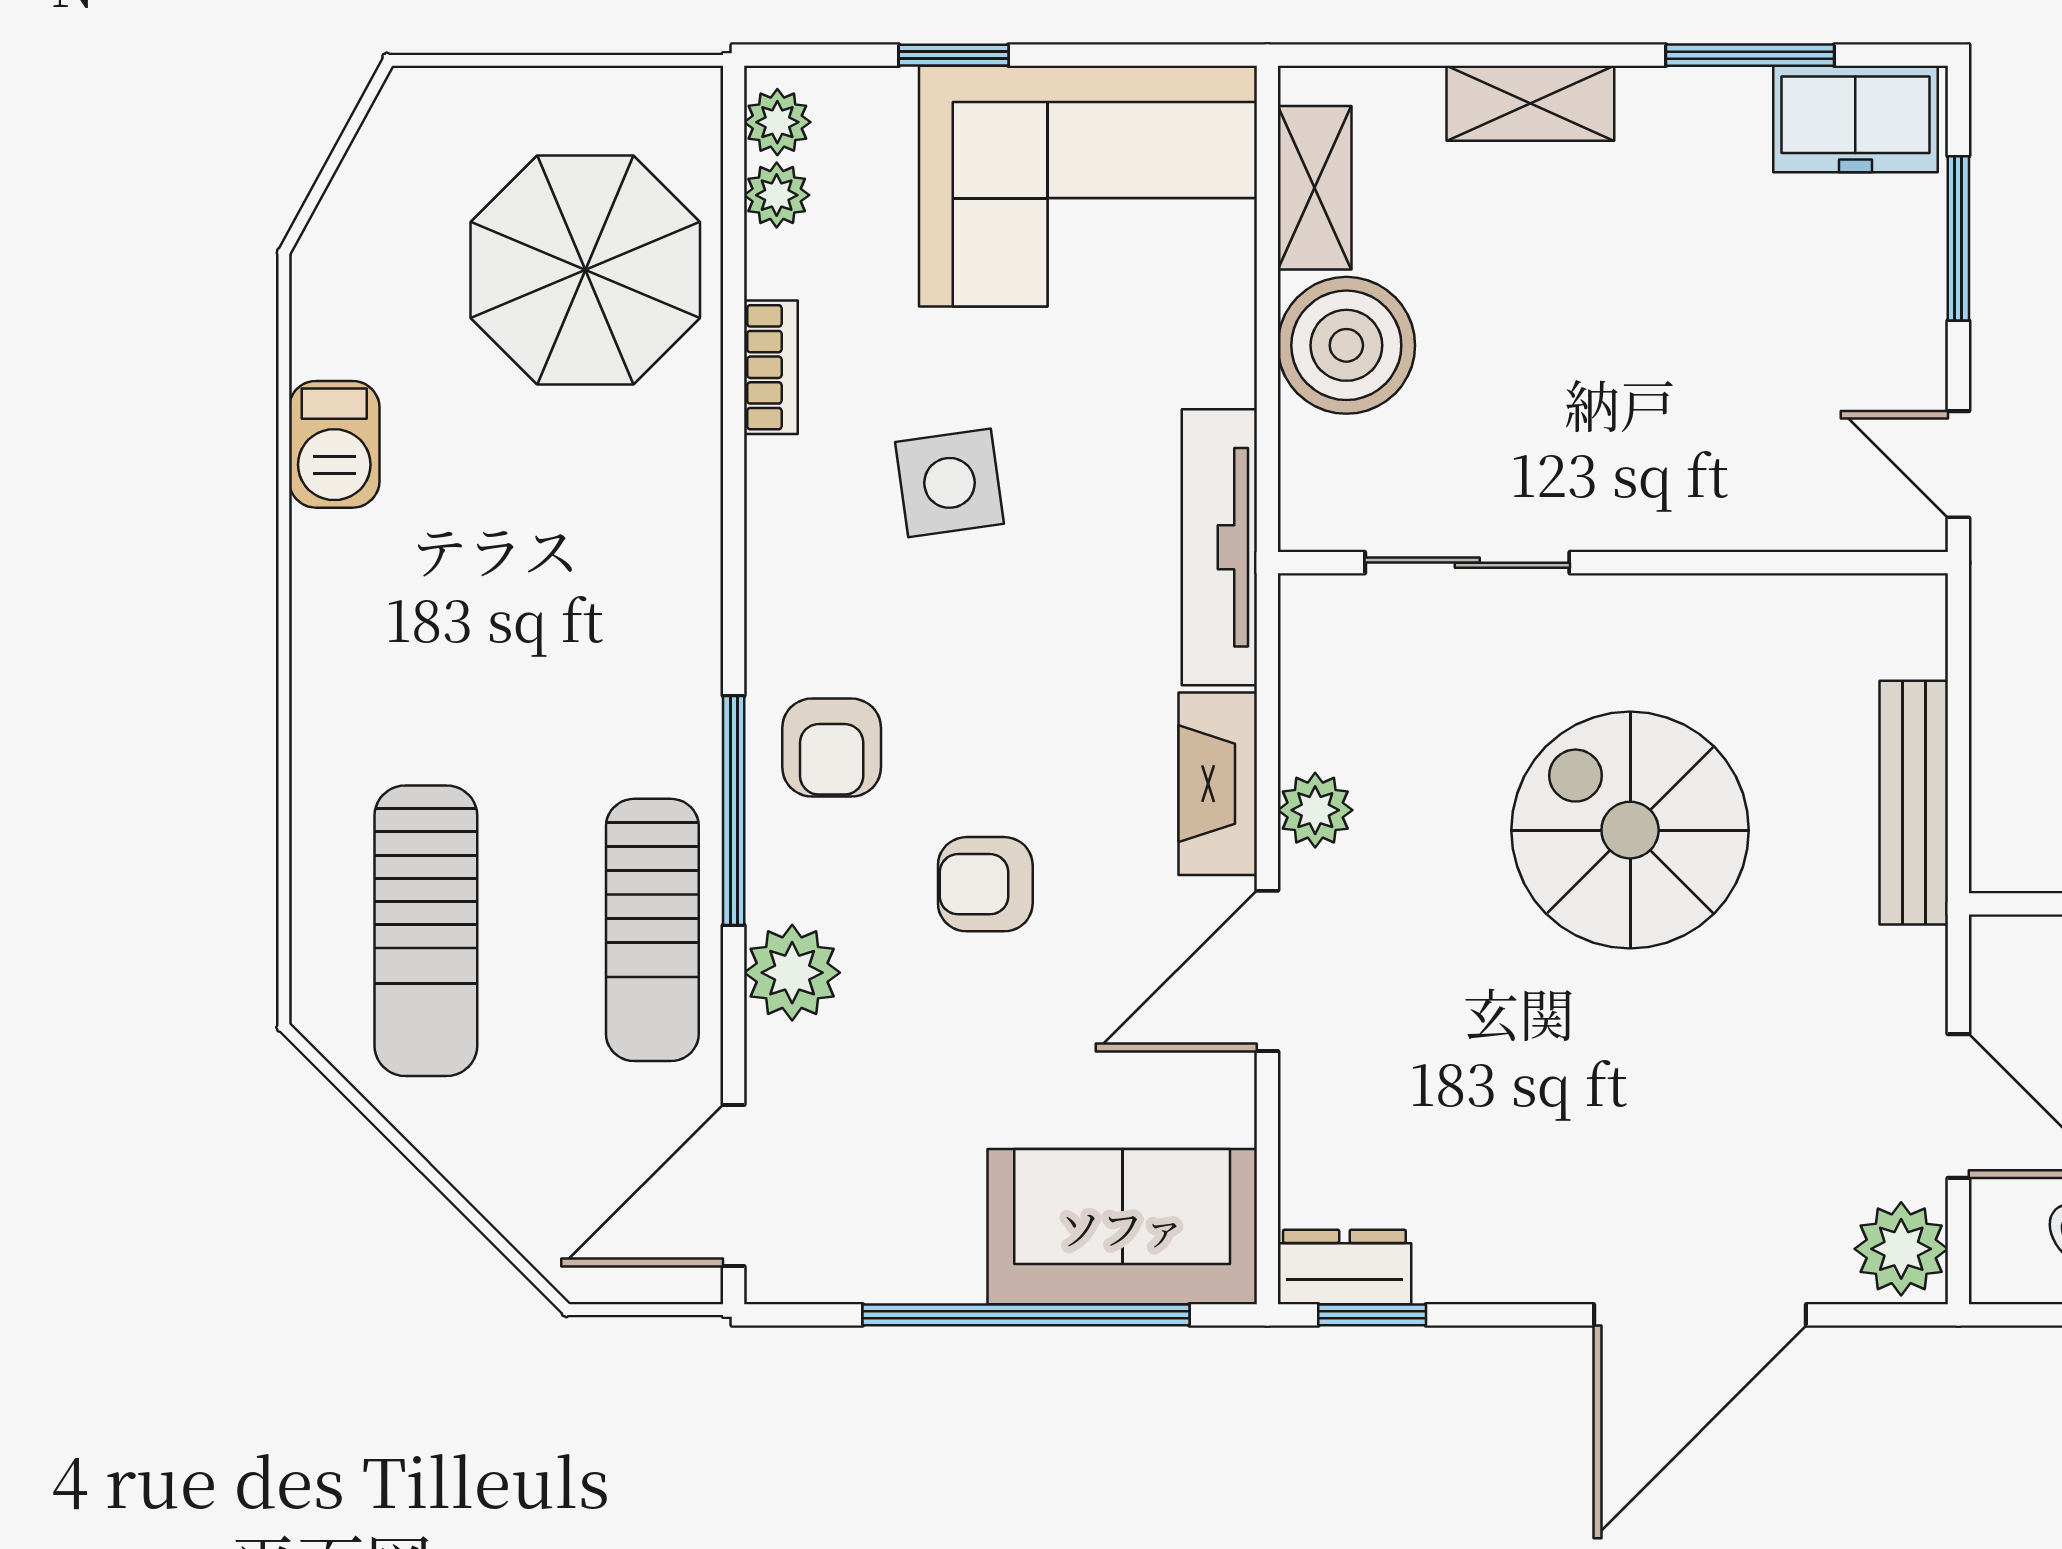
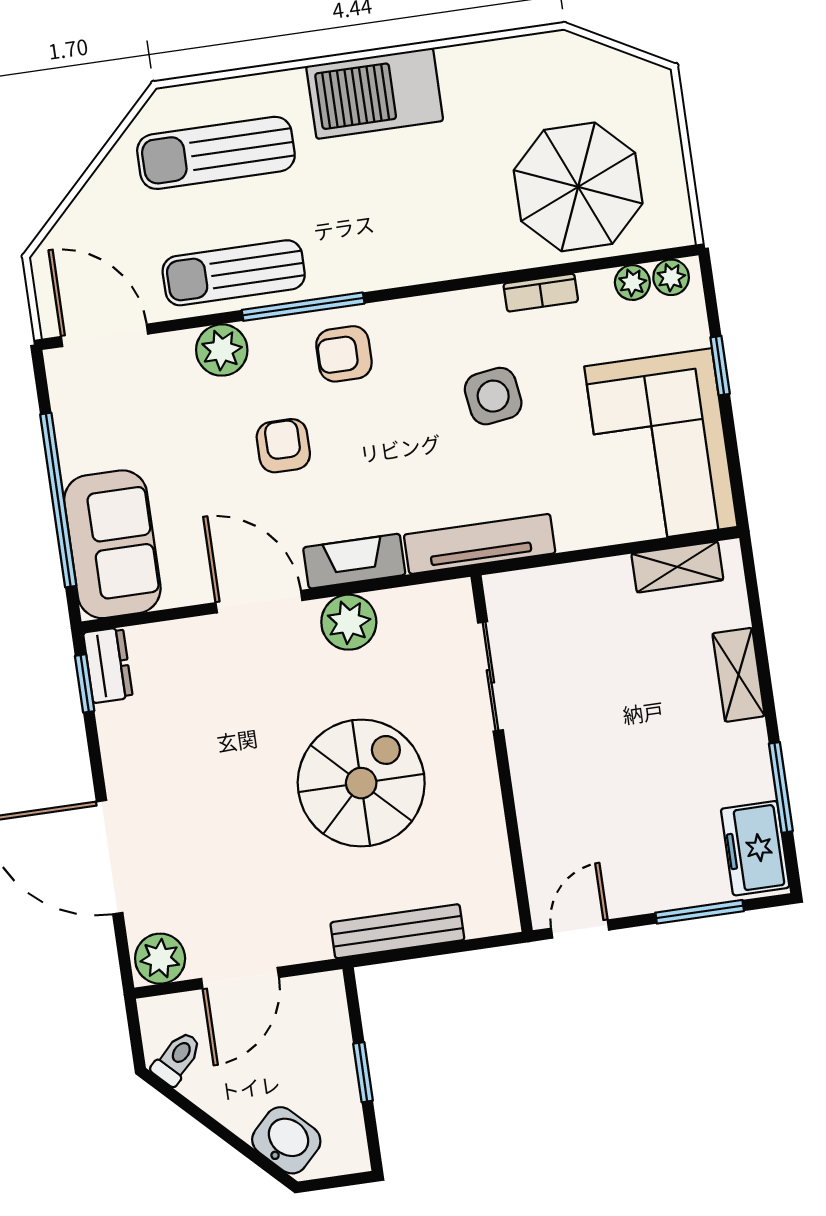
boiler: (1346, 345) -> (596, 596), removed
barbecue: (334, 444) -> (375, 93), moved, width x1.88, depth x1.53
plant: (1315, 810) -> (349, 622), width x1.38, depth x1.38

